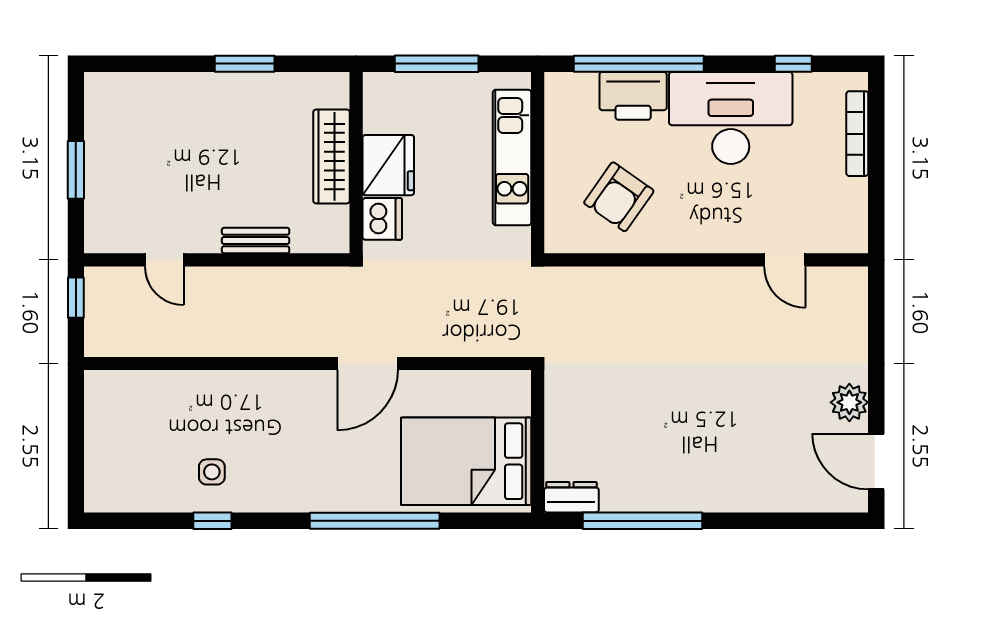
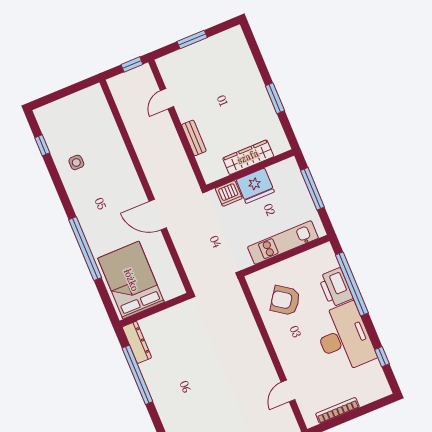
bookcase: (857, 134) -> (337, 410), moved
dresser: (571, 497) -> (137, 342), width x1.44
window: (212, 521) -> (42, 145), moved

